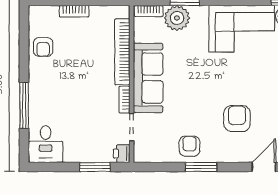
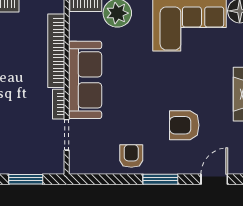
armchair: (237, 119) -> (184, 125), turned -90
printer: (122, 154) -> (56, 164), removed
window: (201, 167) -> (160, 179), moved

